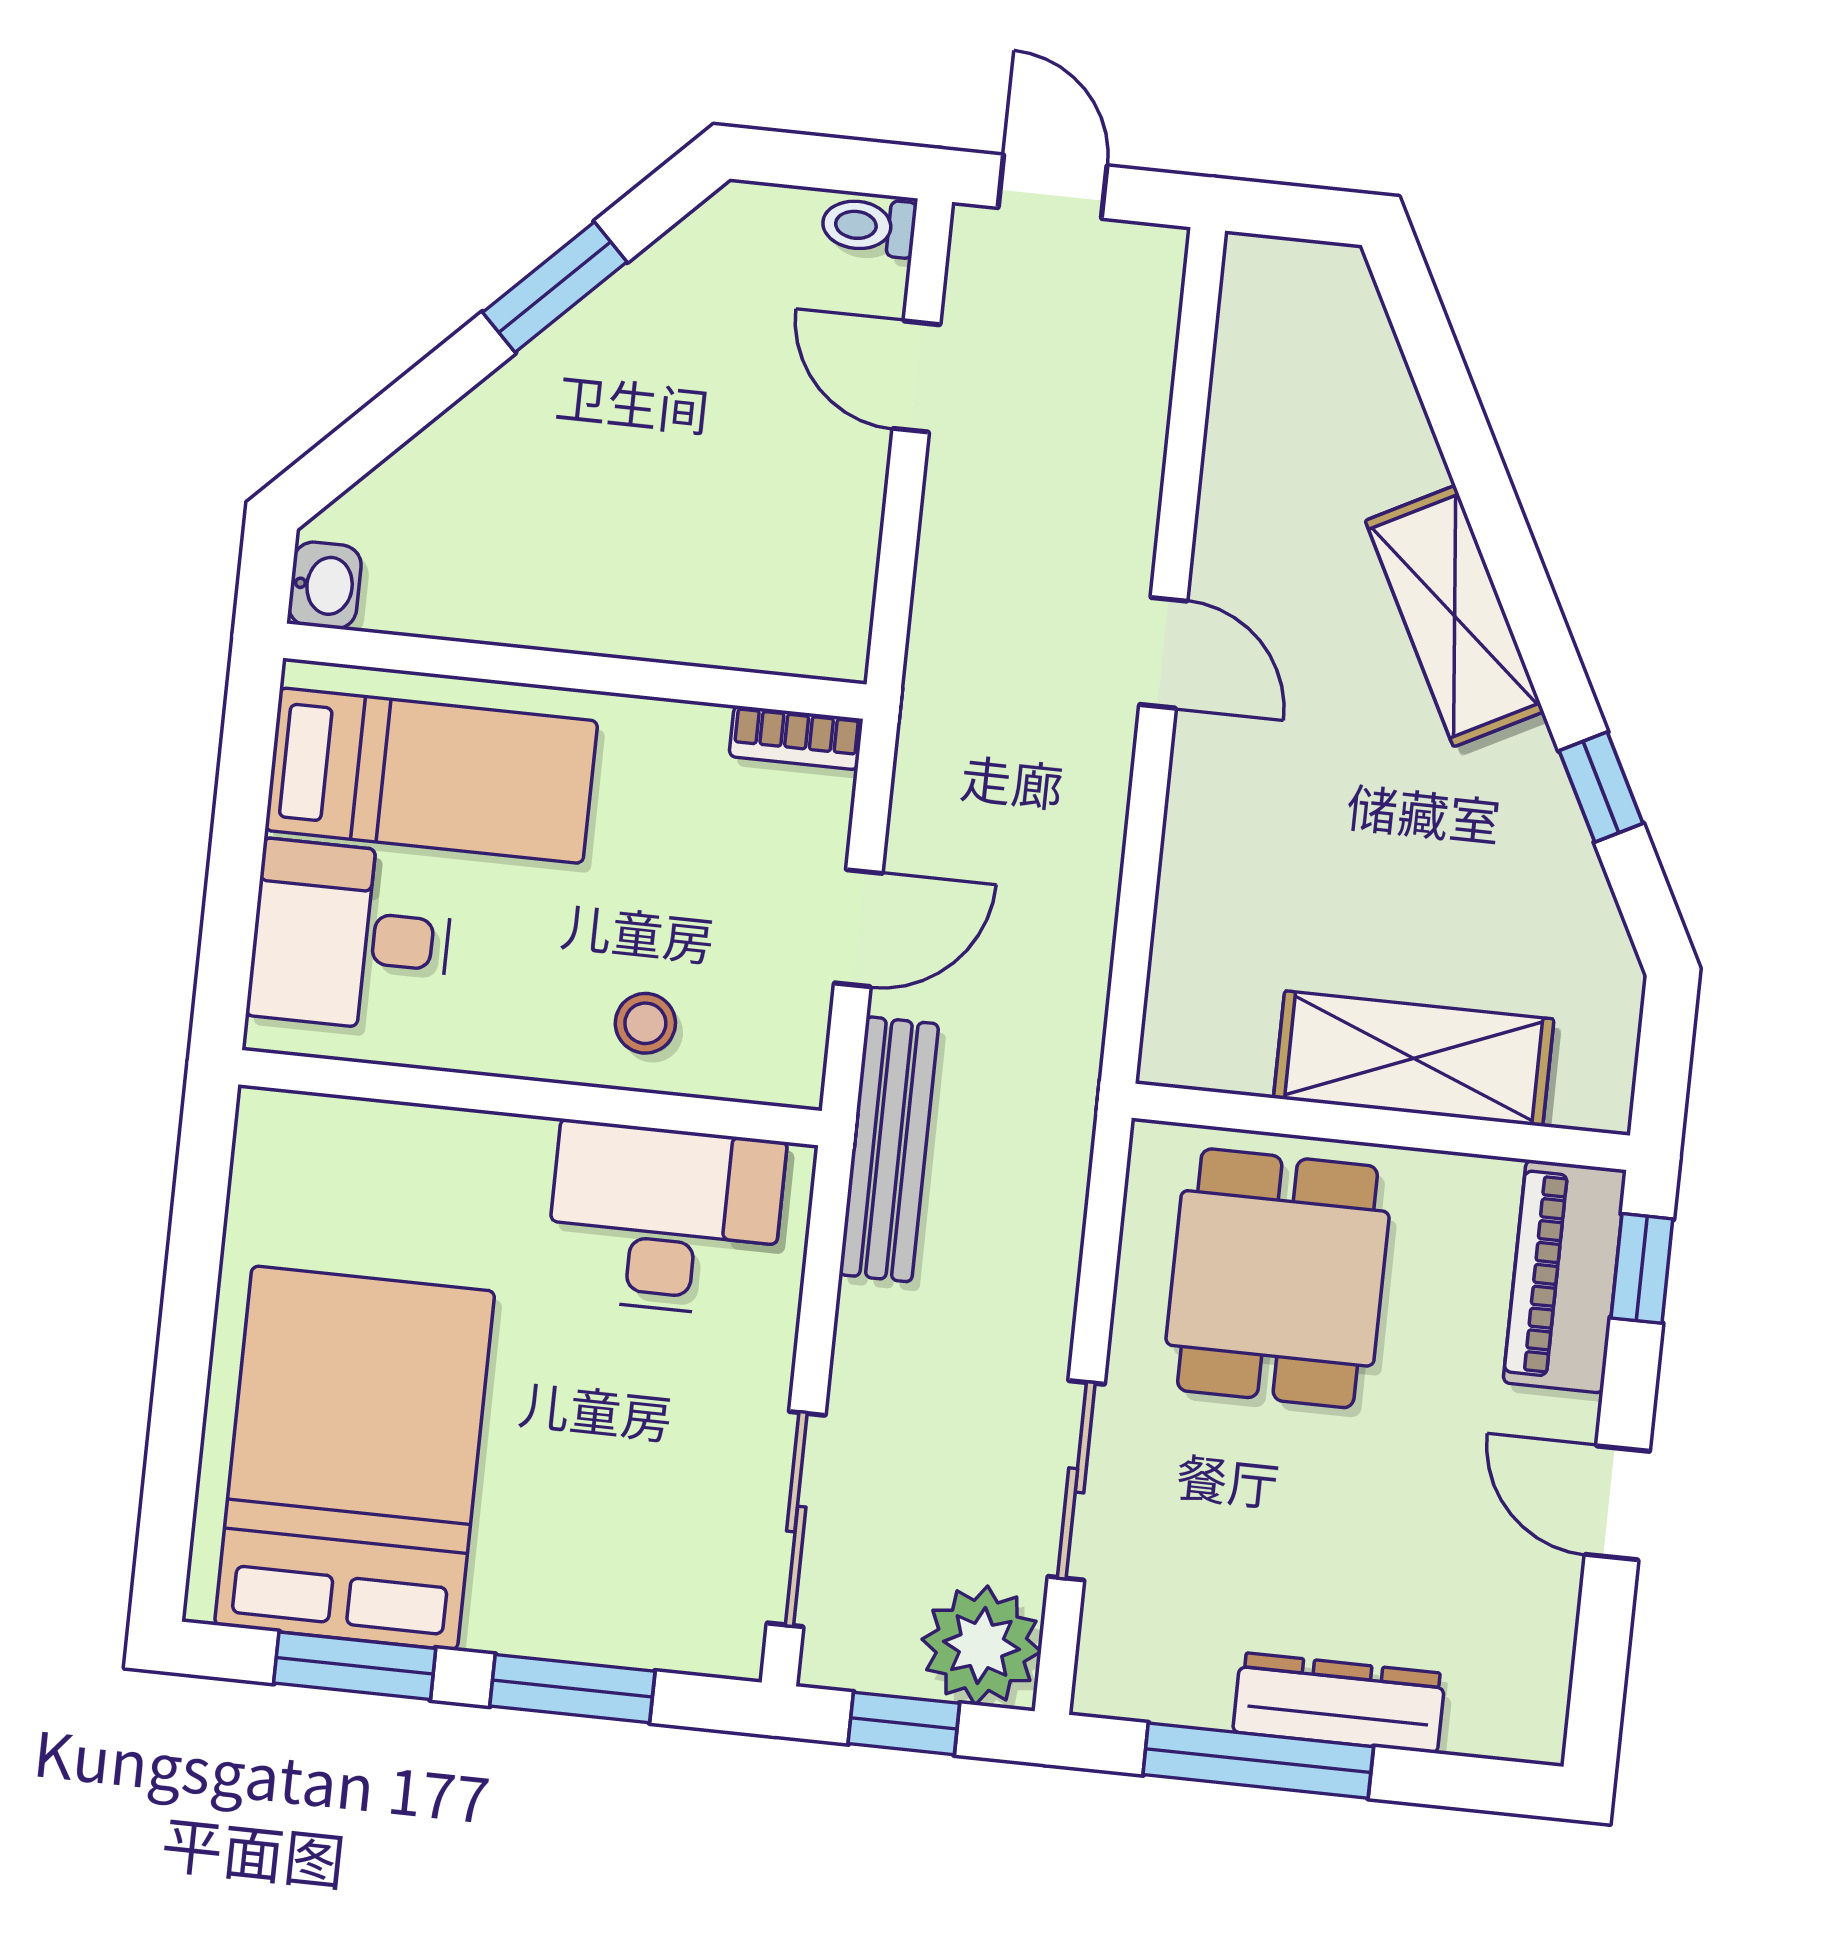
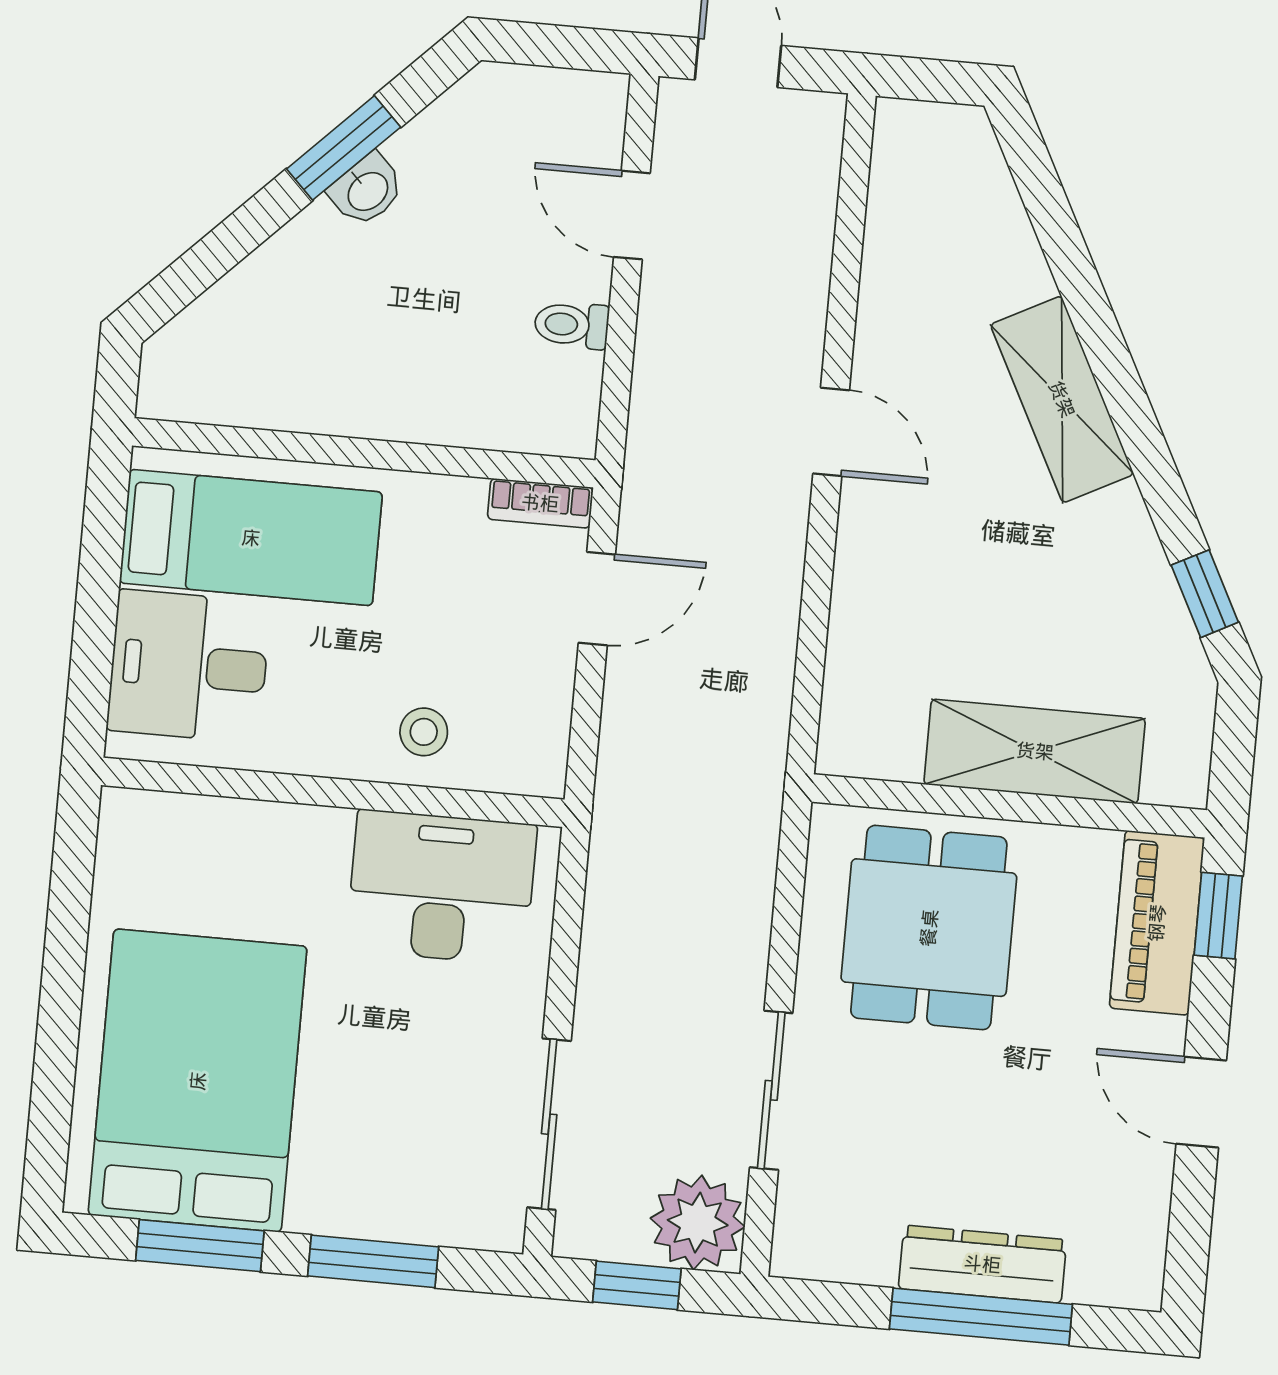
toilet: (869, 226) -> (572, 325), moved
washbasin: (325, 585) -> (367, 190), moved, turned 45
window: (1601, 787) -> (1205, 594), moved
door: (858, 928) -> (597, 599), moved
bench: (889, 1149) -> (619, 829), removed
window: (1258, 1761) -> (981, 1317), moved

